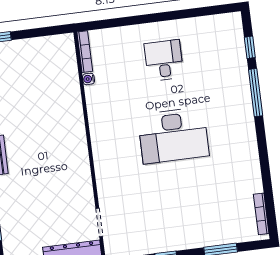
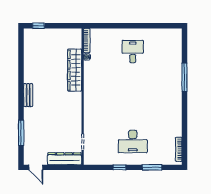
window: (250, 47) -> (184, 50), removed
wardrobe: (71, 104) -> (75, 70), added
desk: (173, 135) -> (133, 141), moved, width x0.73, depth x0.77

